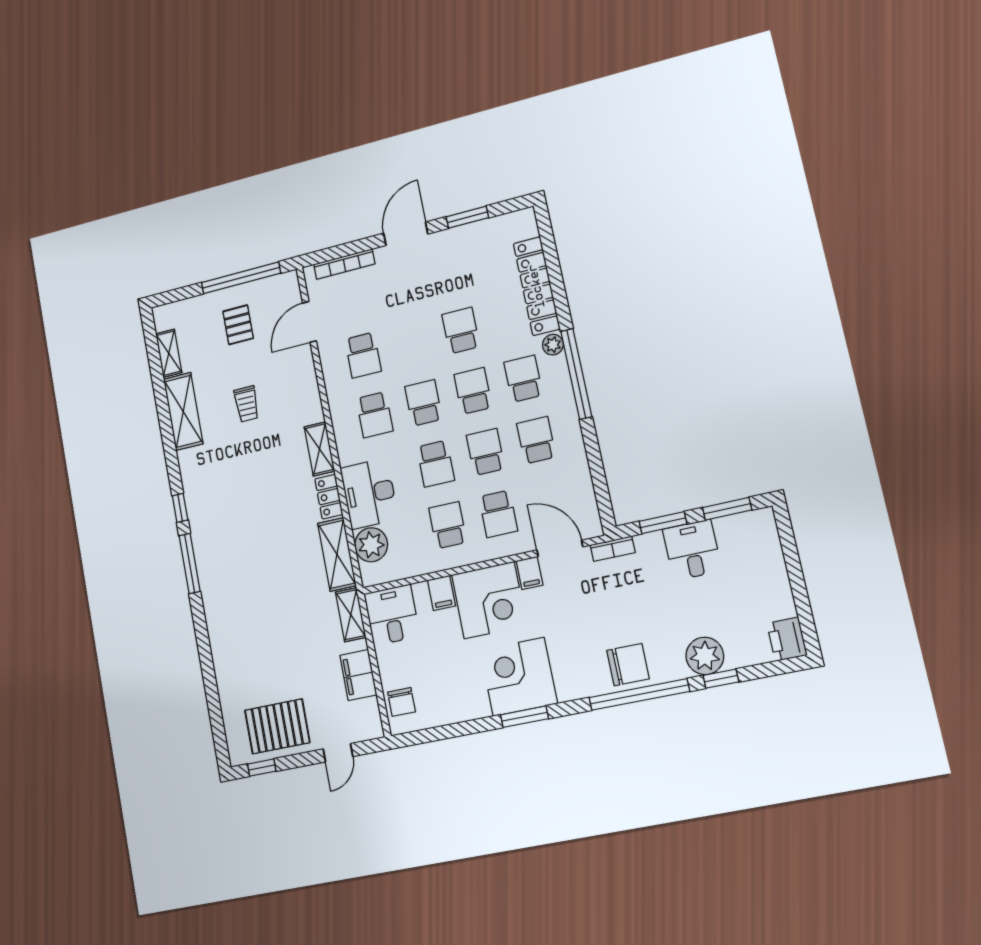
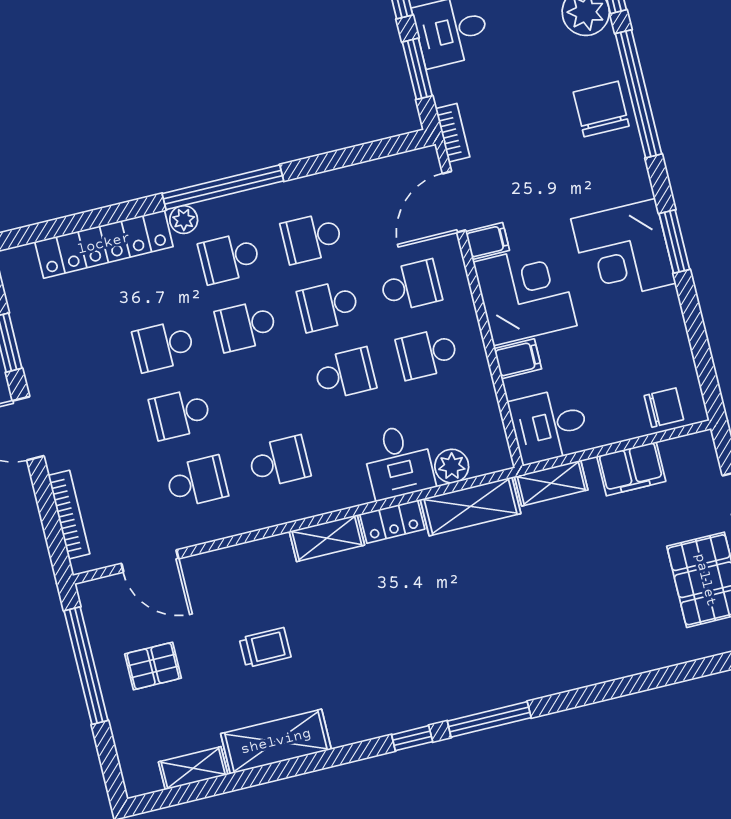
school desk: (423, 403) -> (180, 414), moved
desk: (369, 494) -> (398, 462), width x0.73
plant: (371, 545) -> (452, 466), width x0.73, depth x0.73

